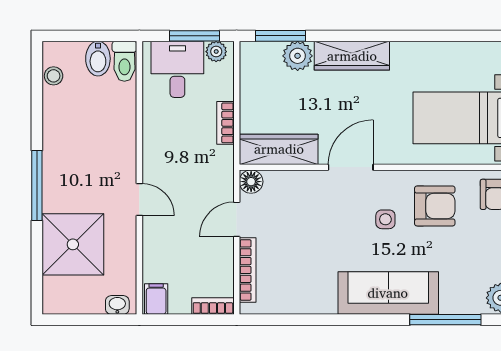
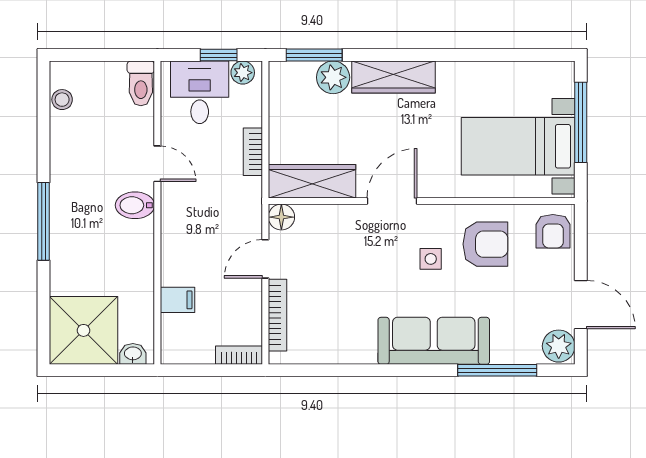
window: (194, 36) -> (219, 55), width x0.67
bidet: (98, 59) -> (135, 205), moved, turned 90
door: (139, 199) -> (157, 164), moved
shower: (73, 244) -> (83, 330), moved
filing cabinet: (156, 299) -> (177, 300), moved, turned 90

